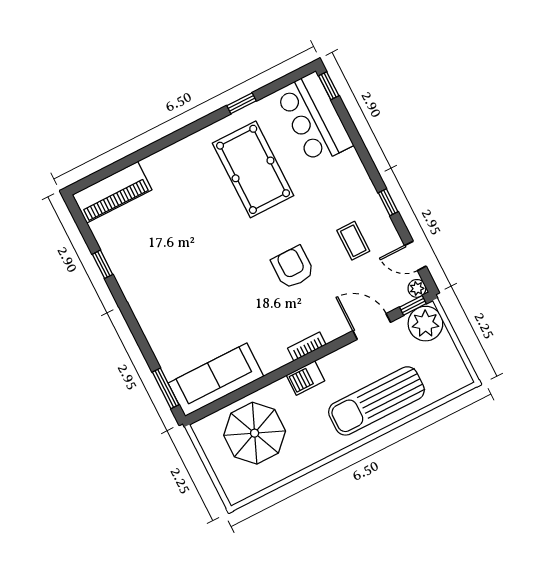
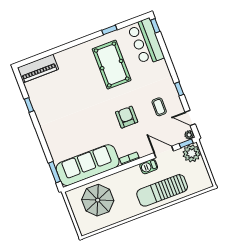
barbecue: (305, 378) -> (149, 166), moved
sofa: (216, 380) -> (88, 165), width x1.36, depth x1.27

